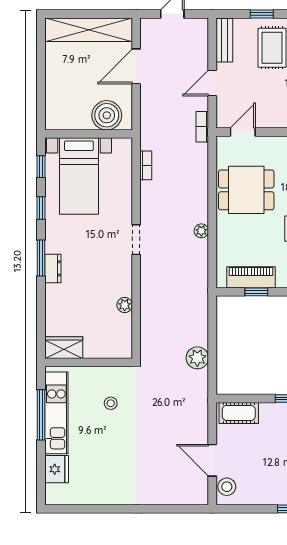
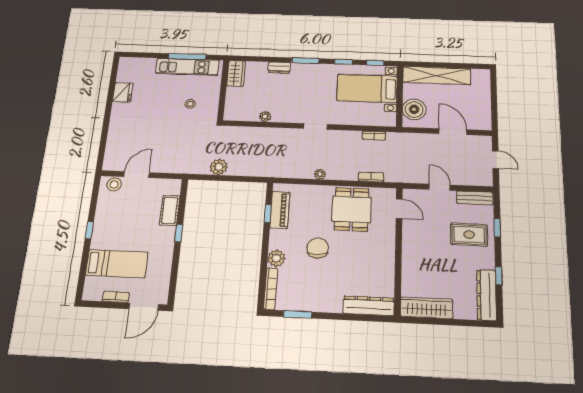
shelving: (89, 30) -> (437, 76), moved, turned 90
bookcase: (202, 127) -> (371, 177), moved
dresser: (53, 268) -> (279, 68), moved
cot: (239, 413) -> (170, 210), moved
fridge: (57, 469) -> (123, 92), moved, turned -90

